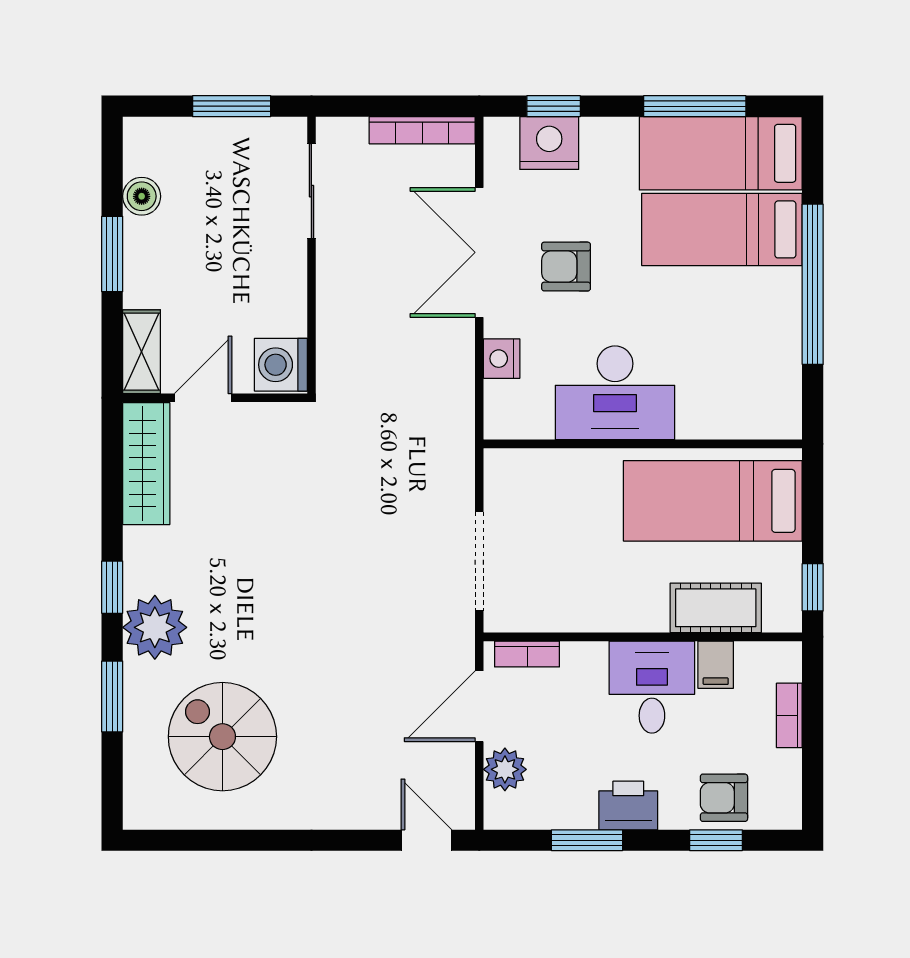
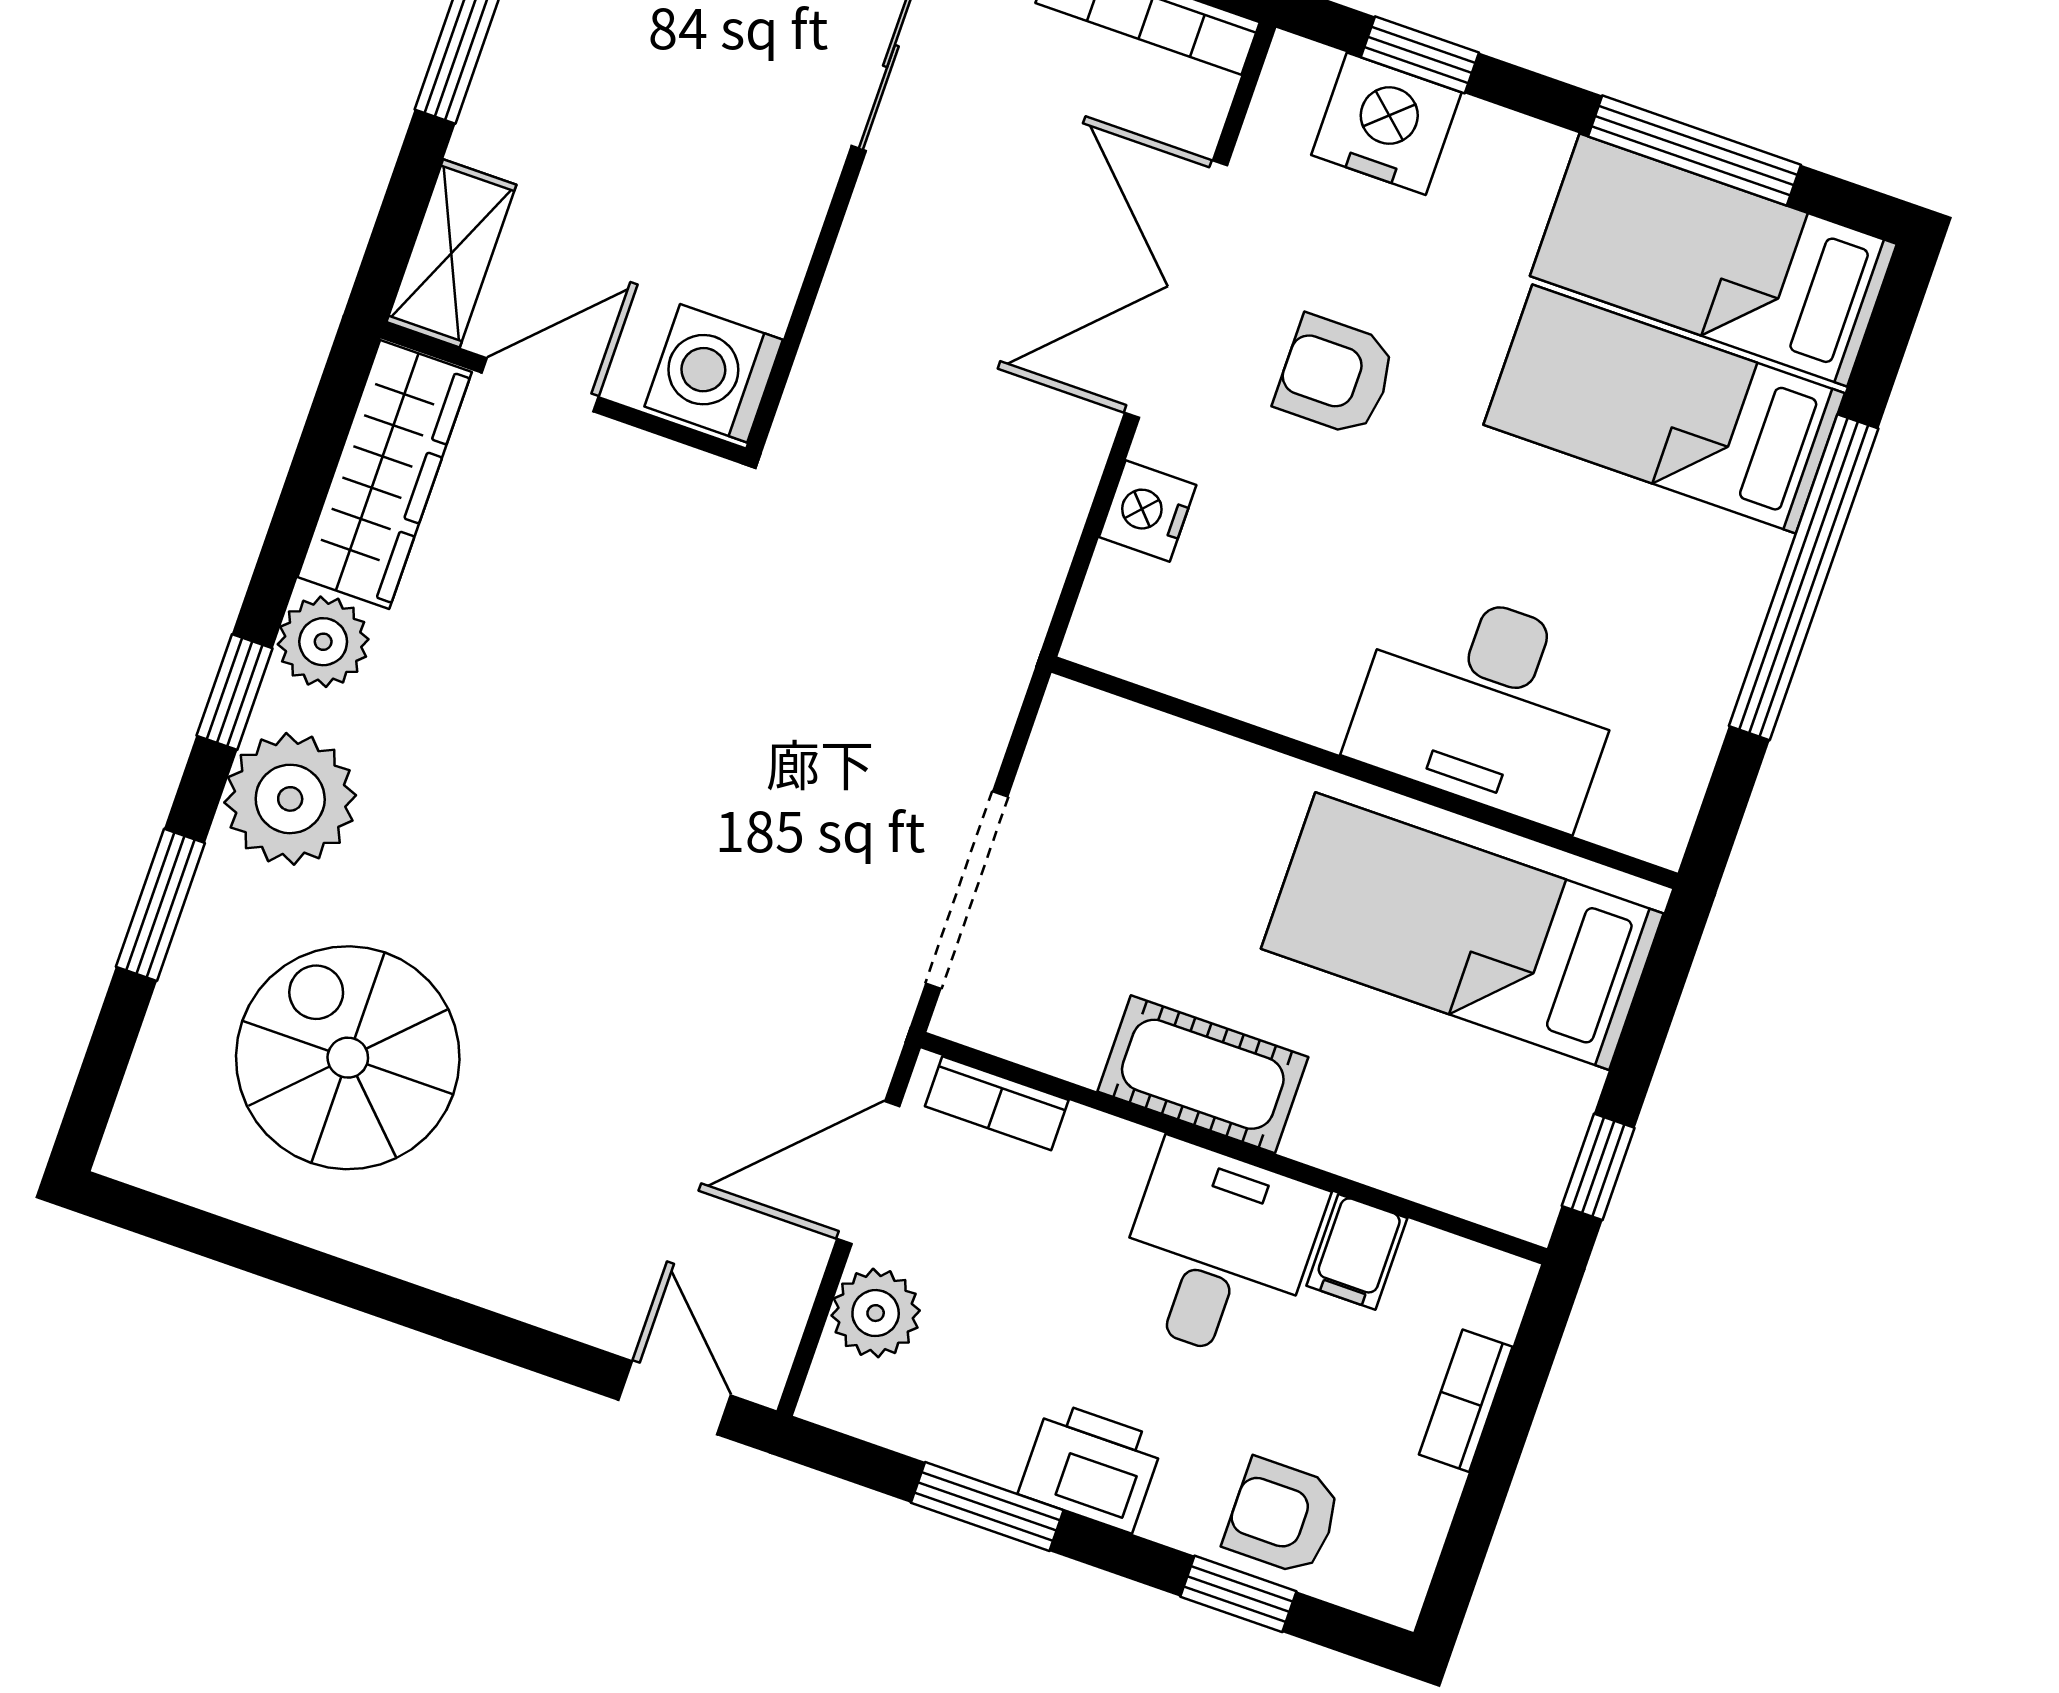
desk: (615, 393) -> (1488, 704), moved
plant: (145, 550) -> (323, 642), added
cot: (716, 608) -> (1203, 1074), moved

